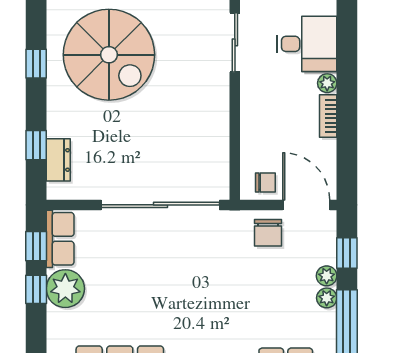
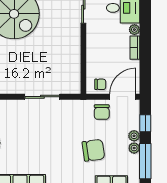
sliding door: (160, 205) -> (42, 97), width x0.54
door: (306, 205) -> (123, 97), hinge flipped
chair: (253, 302) -> (93, 150), added

